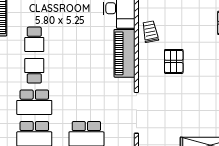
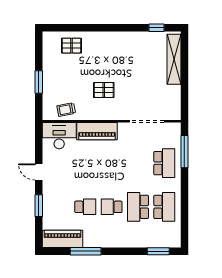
trolley: (150, 32) -> (66, 110), moved
school desk: (34, 102) -> (138, 207), turned 180

